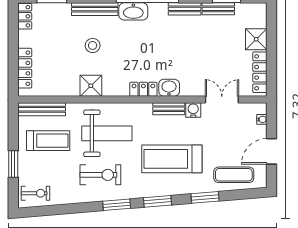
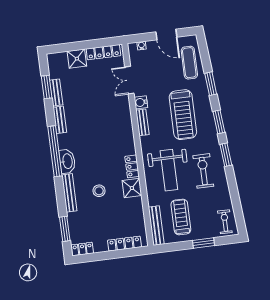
washbasin: (169, 88) -> (125, 124), removed
locker: (143, 89) -> (132, 166), moved
weight bench: (107, 133) -> (169, 170), turned 180

